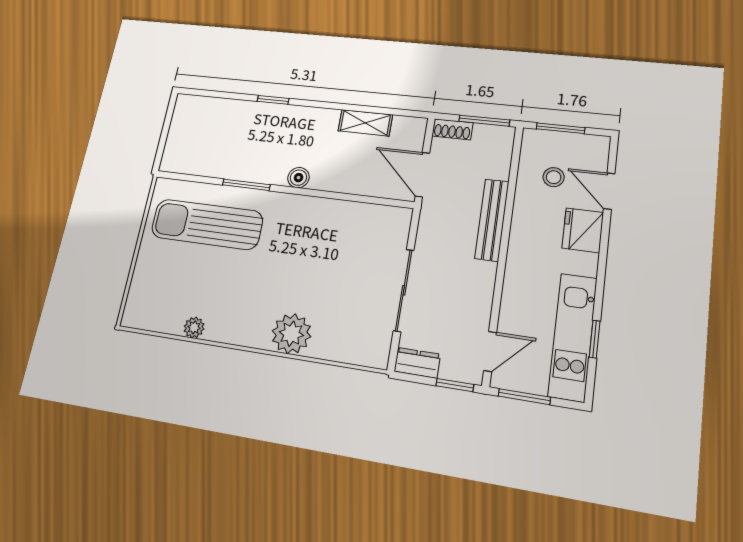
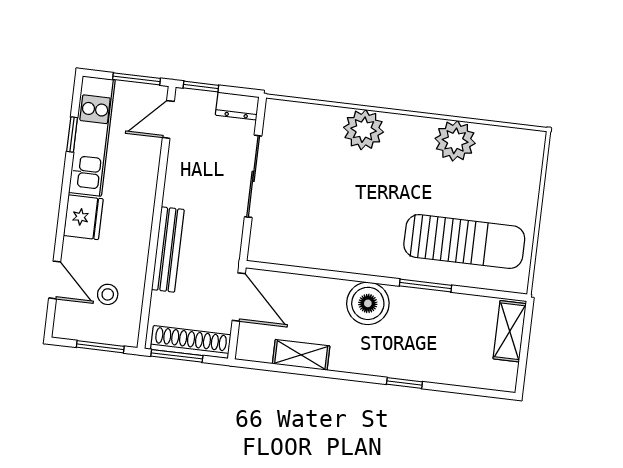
shoe rack: (452, 129) -> (191, 342), width x1.94, depth x1.24
shelving: (176, 145) -> (510, 331), added
boiler: (298, 178) -> (368, 303), width x1.86, depth x1.86
fridge: (583, 230) -> (83, 217), moved
plant: (194, 327) -> (455, 141), width x1.87, depth x1.87

